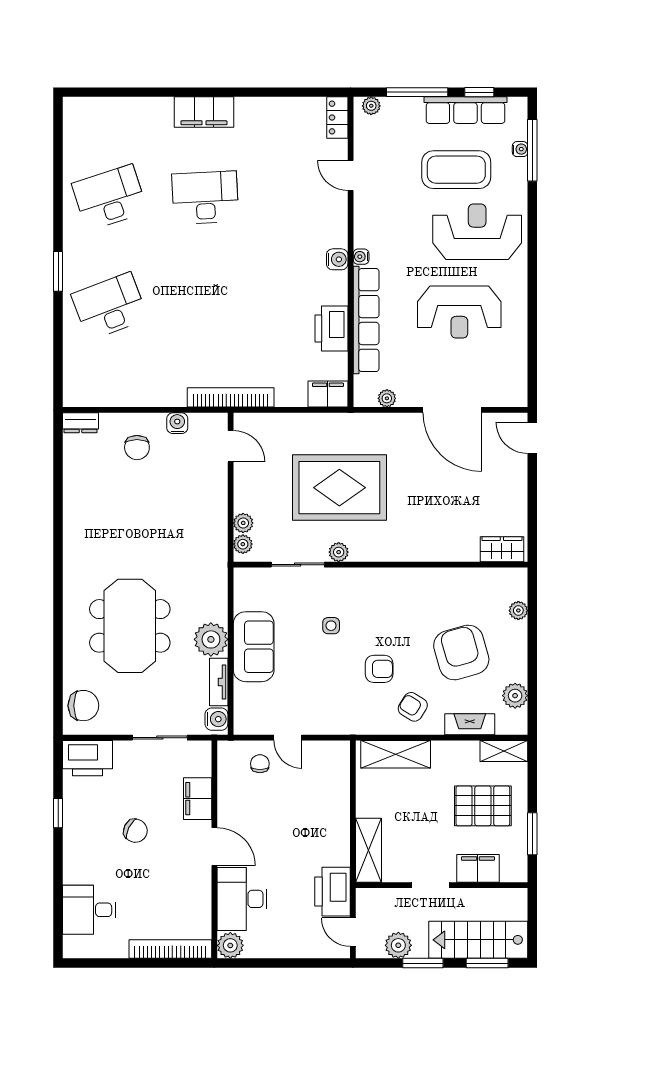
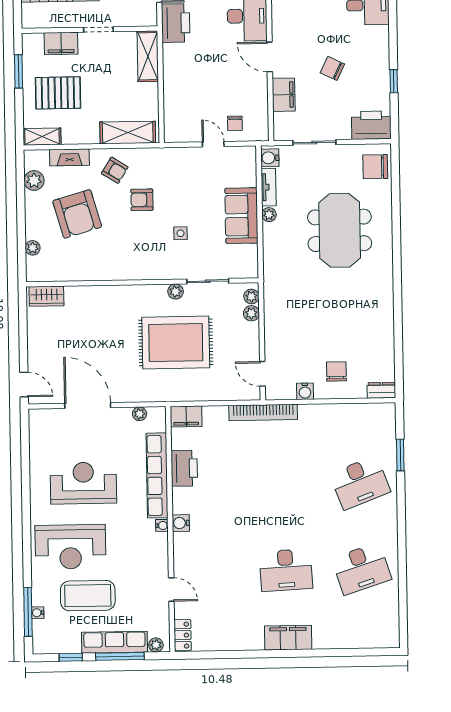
row of seats: (465, 110) -> (115, 642), moved
window: (58, 271) -> (400, 455), moved
plant: (211, 639) -> (269, 215), width x0.53, depth x0.53

